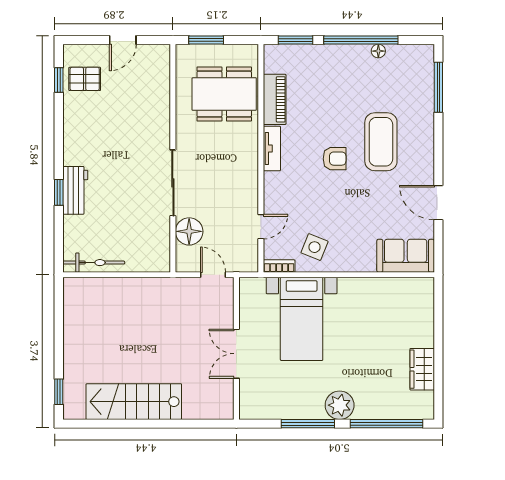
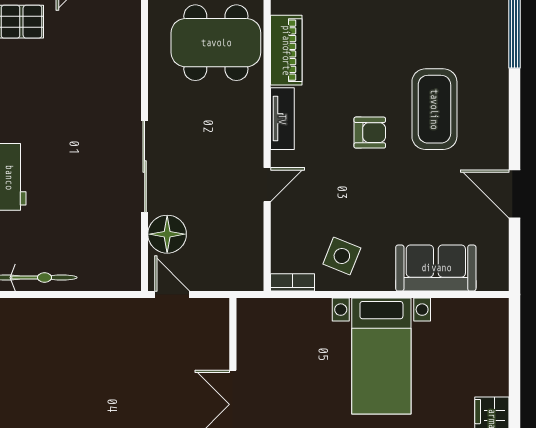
door: (261, 227) -> (267, 185), moved
sofa: (406, 256) -> (436, 268), moved
door: (213, 275) -> (172, 295), moved
bed with nightstands: (302, 319) -> (381, 356), moved

